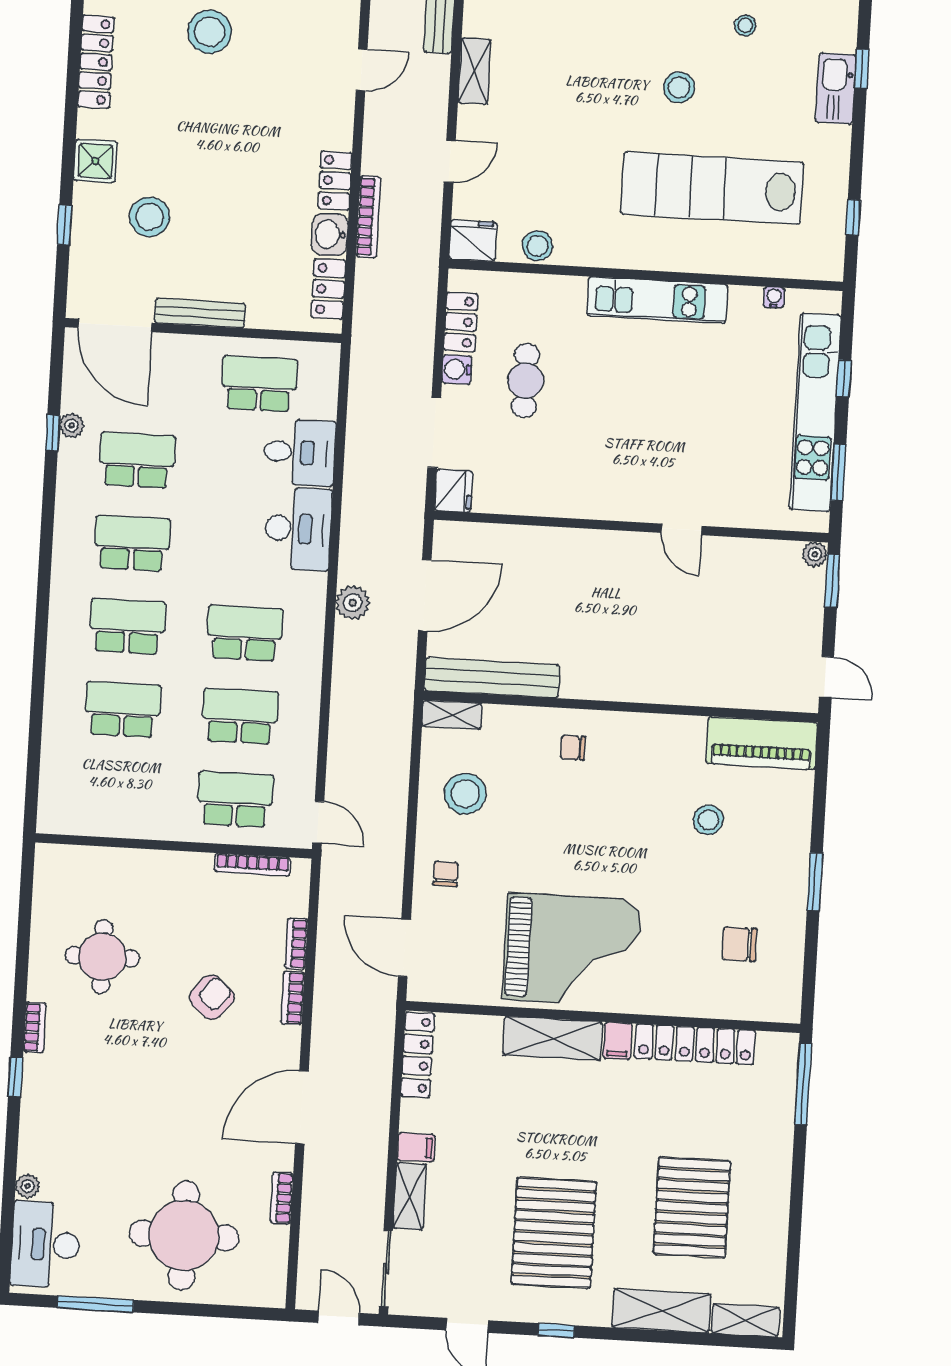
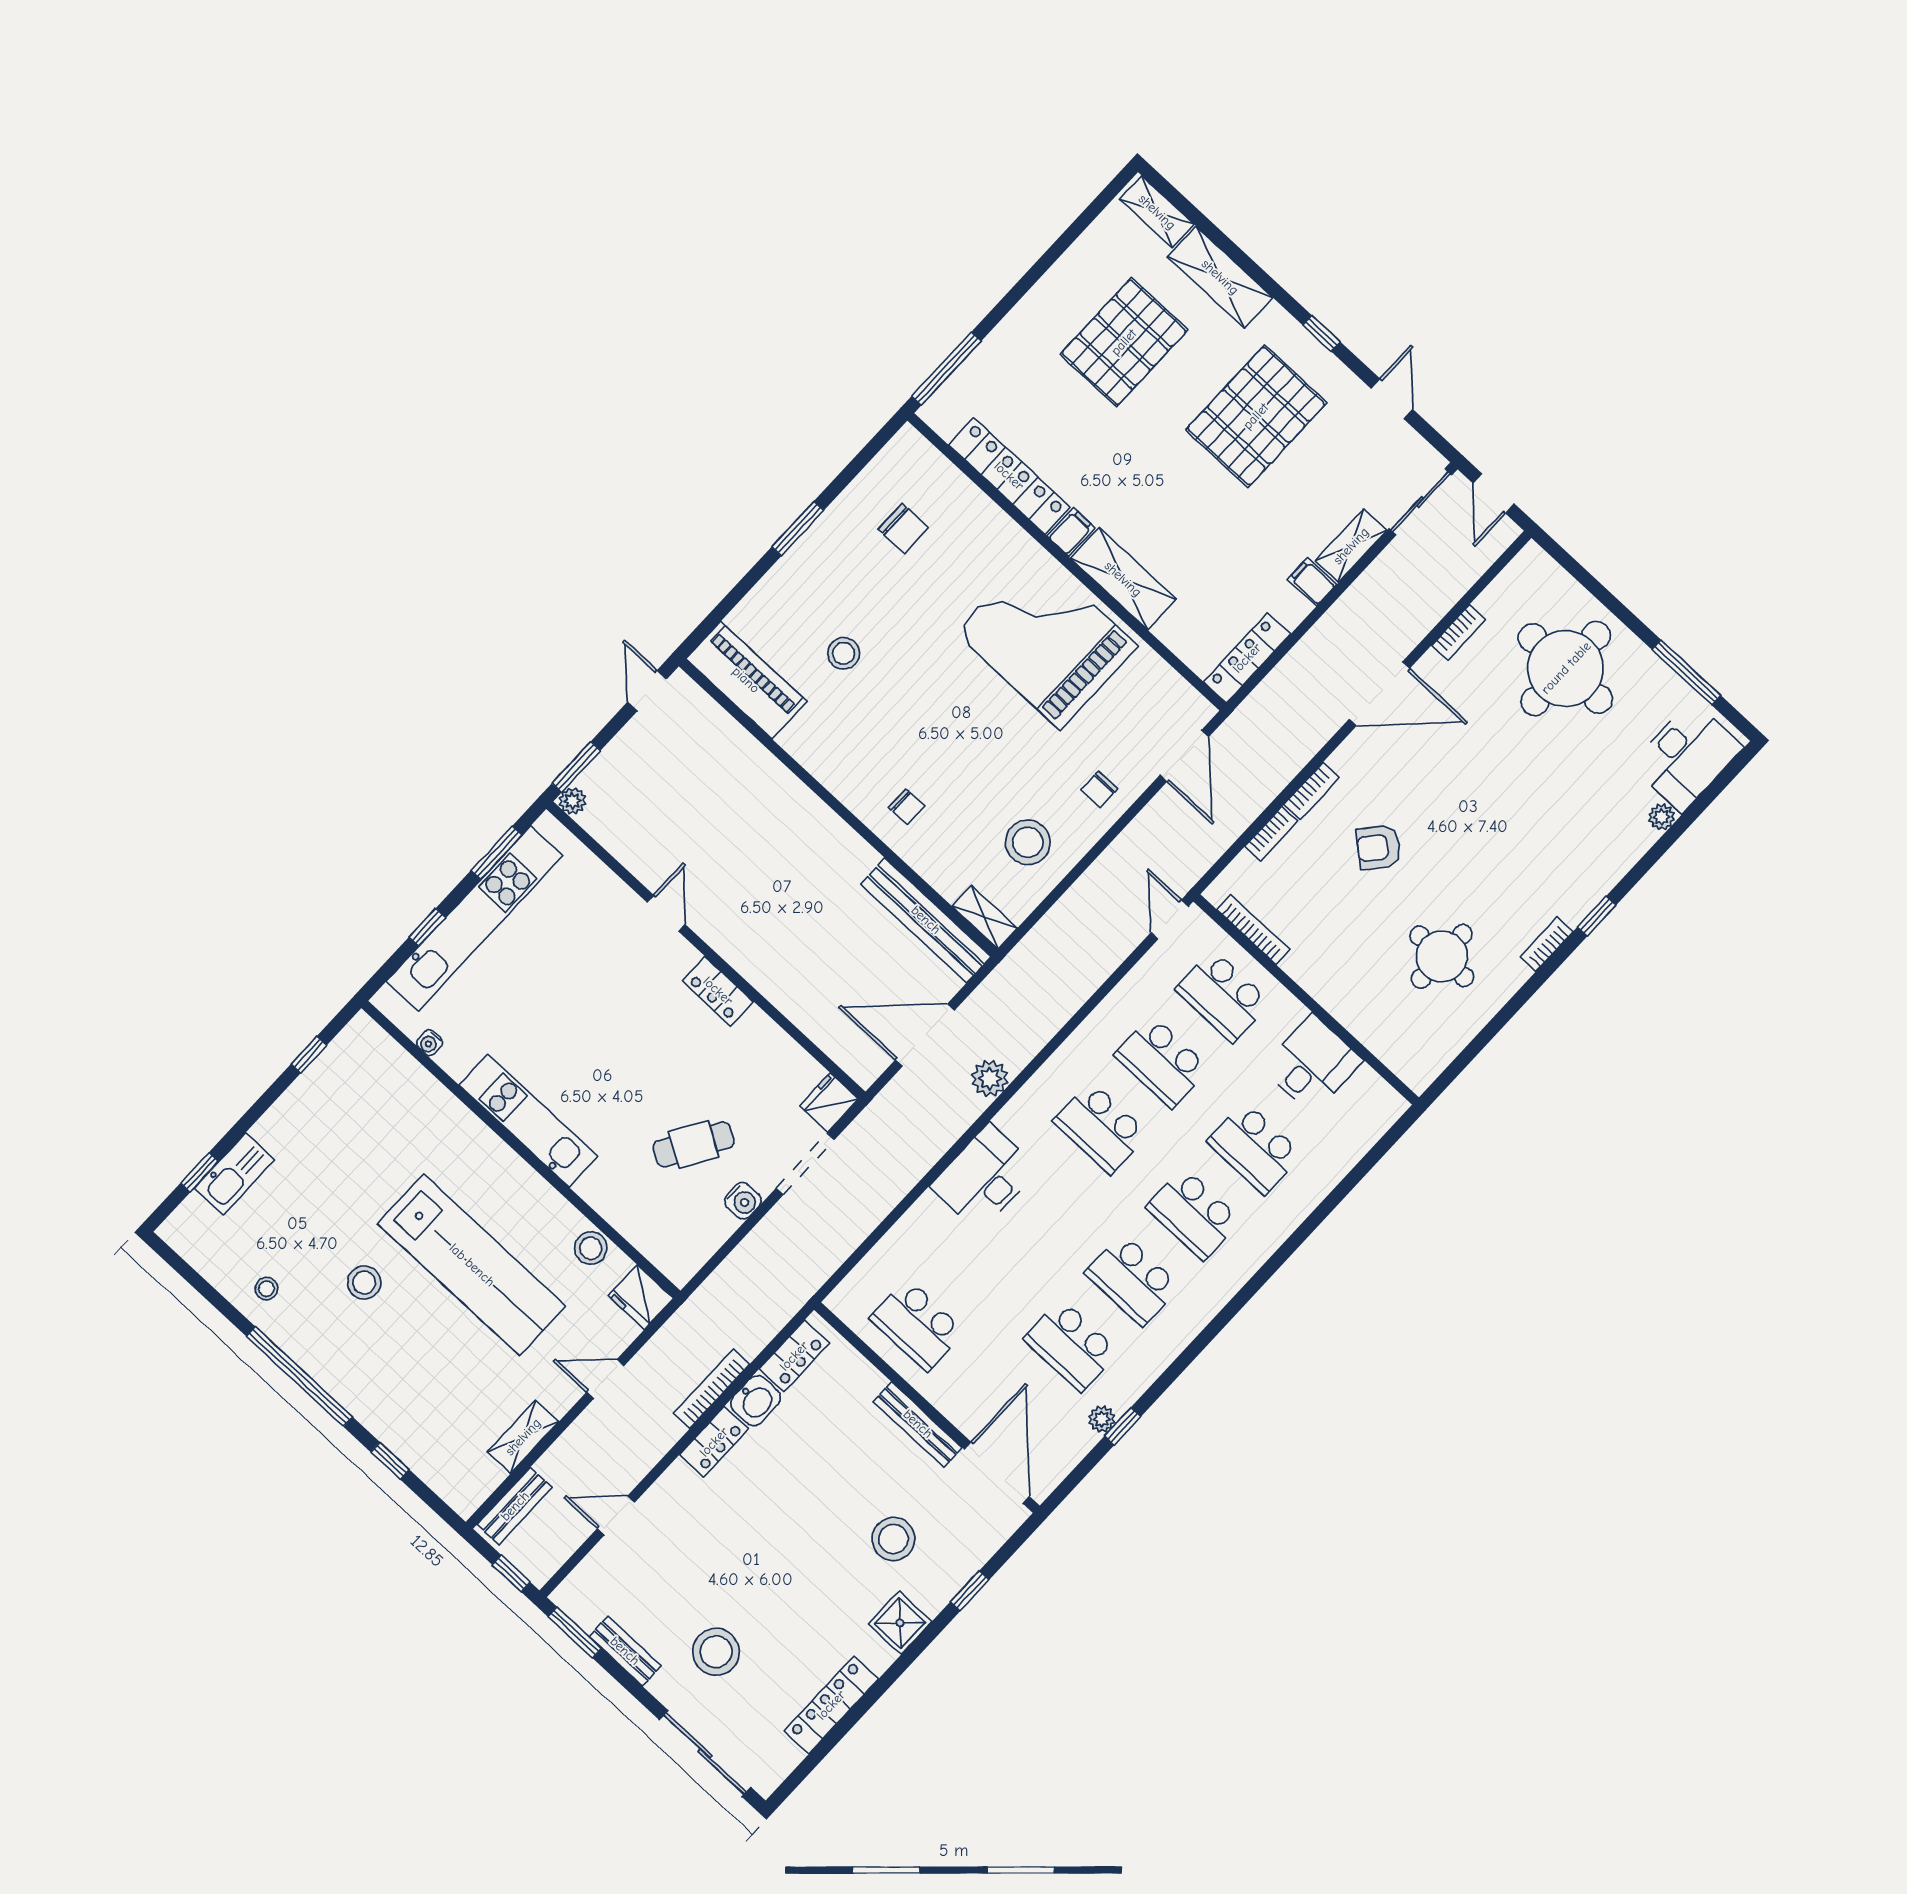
lab bench: (712, 188) -> (472, 1265), moved
locker: (461, 322) -> (718, 991), moved, turned -90
cafe table: (525, 381) -> (694, 1144), turned 31
desk: (300, 452) -> (1312, 1064), moved, turned 90

